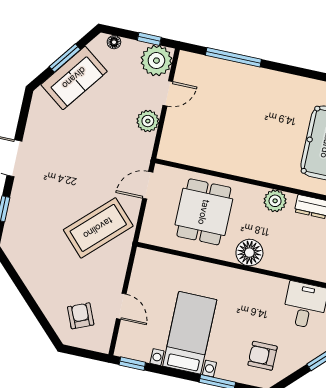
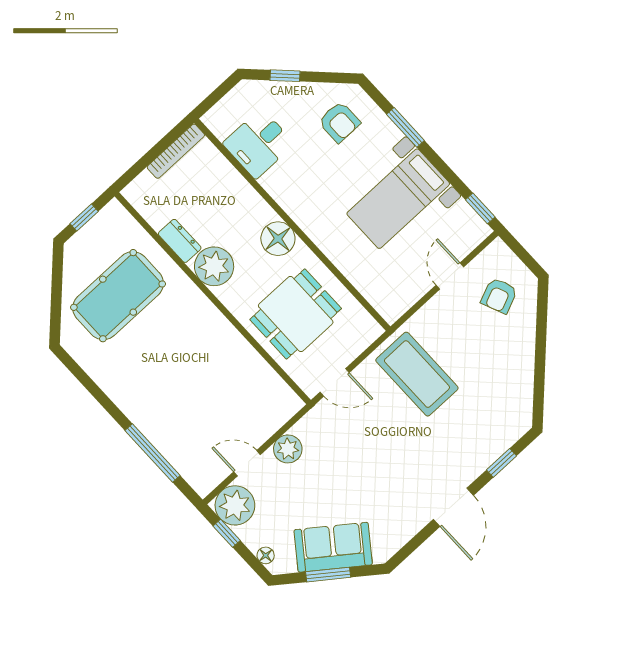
plant: (275, 201) -> (214, 266), width x1.36, depth x1.36
coffee table: (98, 228) -> (417, 374), turned 44

